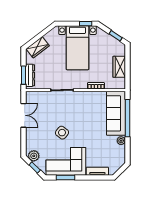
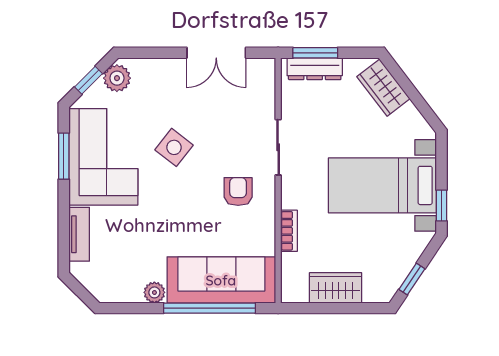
armchair: (80, 107) -> (238, 192), added

